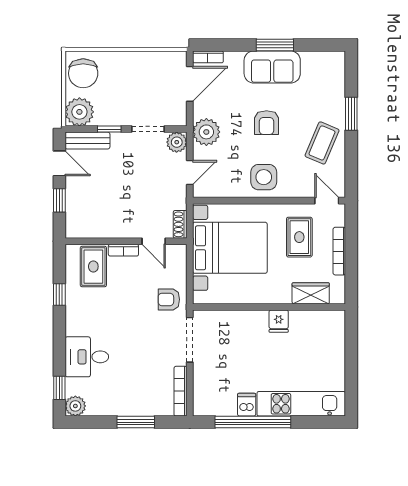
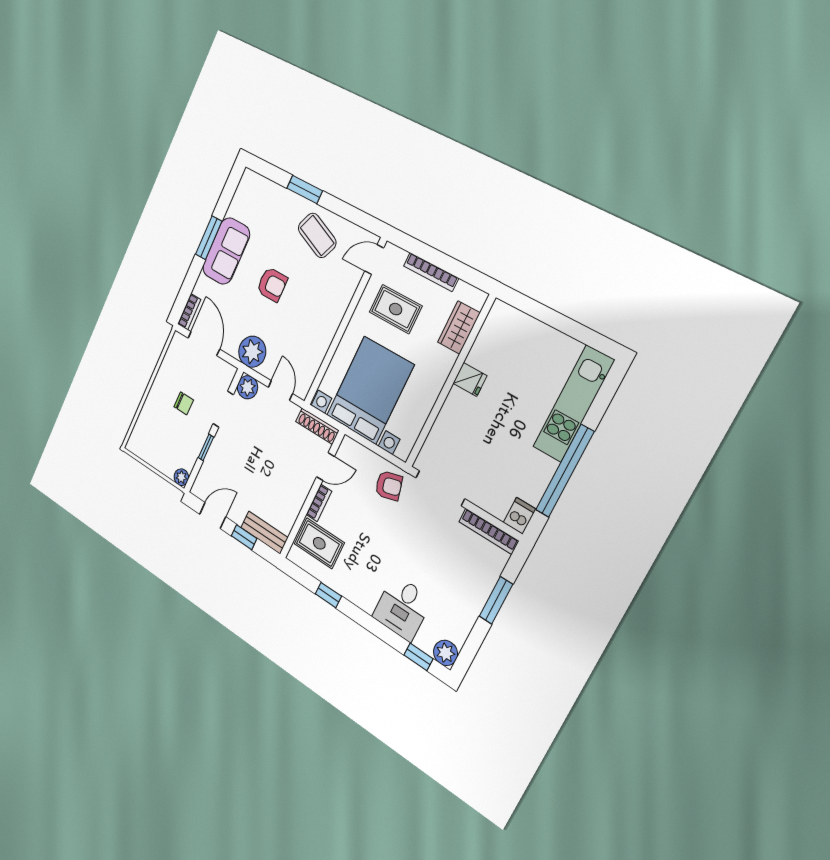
chair: (83, 73) -> (184, 403), moved, width x0.54, depth x0.54
plant: (79, 112) -> (181, 477), width x0.53, depth x0.53
bench: (87, 141) -> (264, 532), moved, turned 90
side table: (264, 177) -> (320, 315), removed
shoe rack: (180, 224) -> (317, 426), width x1.43
armchair: (169, 299) -> (389, 486), turned -105
dishwasher: (247, 405) -> (520, 516), moved, turned 90

